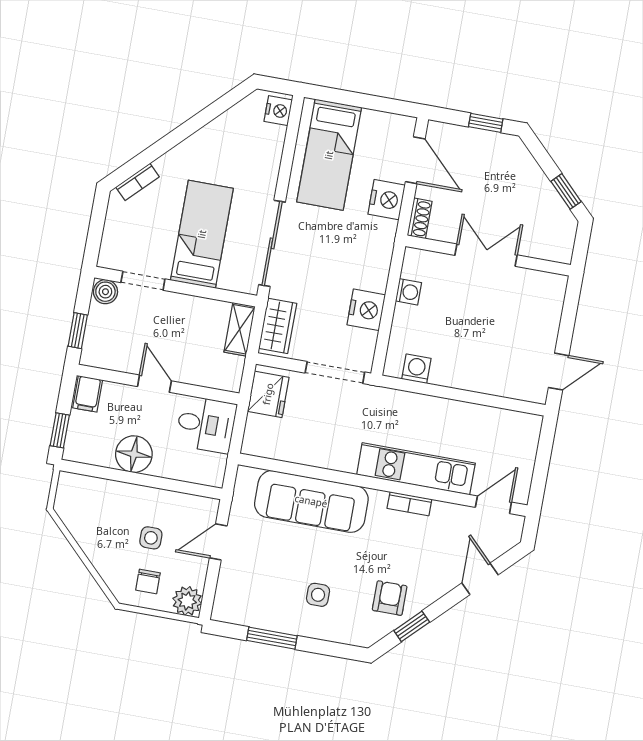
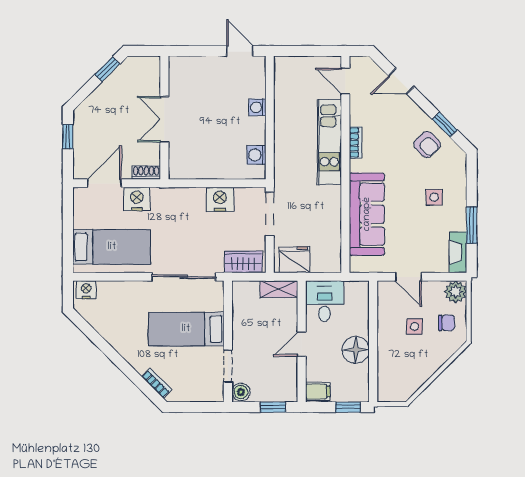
washing machine: (409, 292) -> (257, 107), moved, turned -90
shelving: (240, 329) -> (279, 289), moved
armchair: (390, 598) -> (427, 144), turned -133
fireplace: (239, 613) -> (458, 252), added

